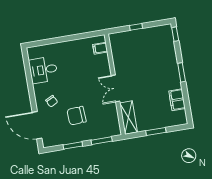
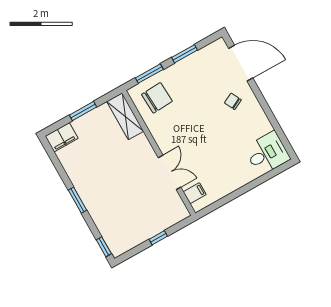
desk: (43, 70) -> (267, 153), moved
double door: (115, 88) -> (170, 172), moved
filing cabinet: (177, 100) -> (62, 137), moved, turned 90
chair: (76, 116) -> (157, 98), moved

